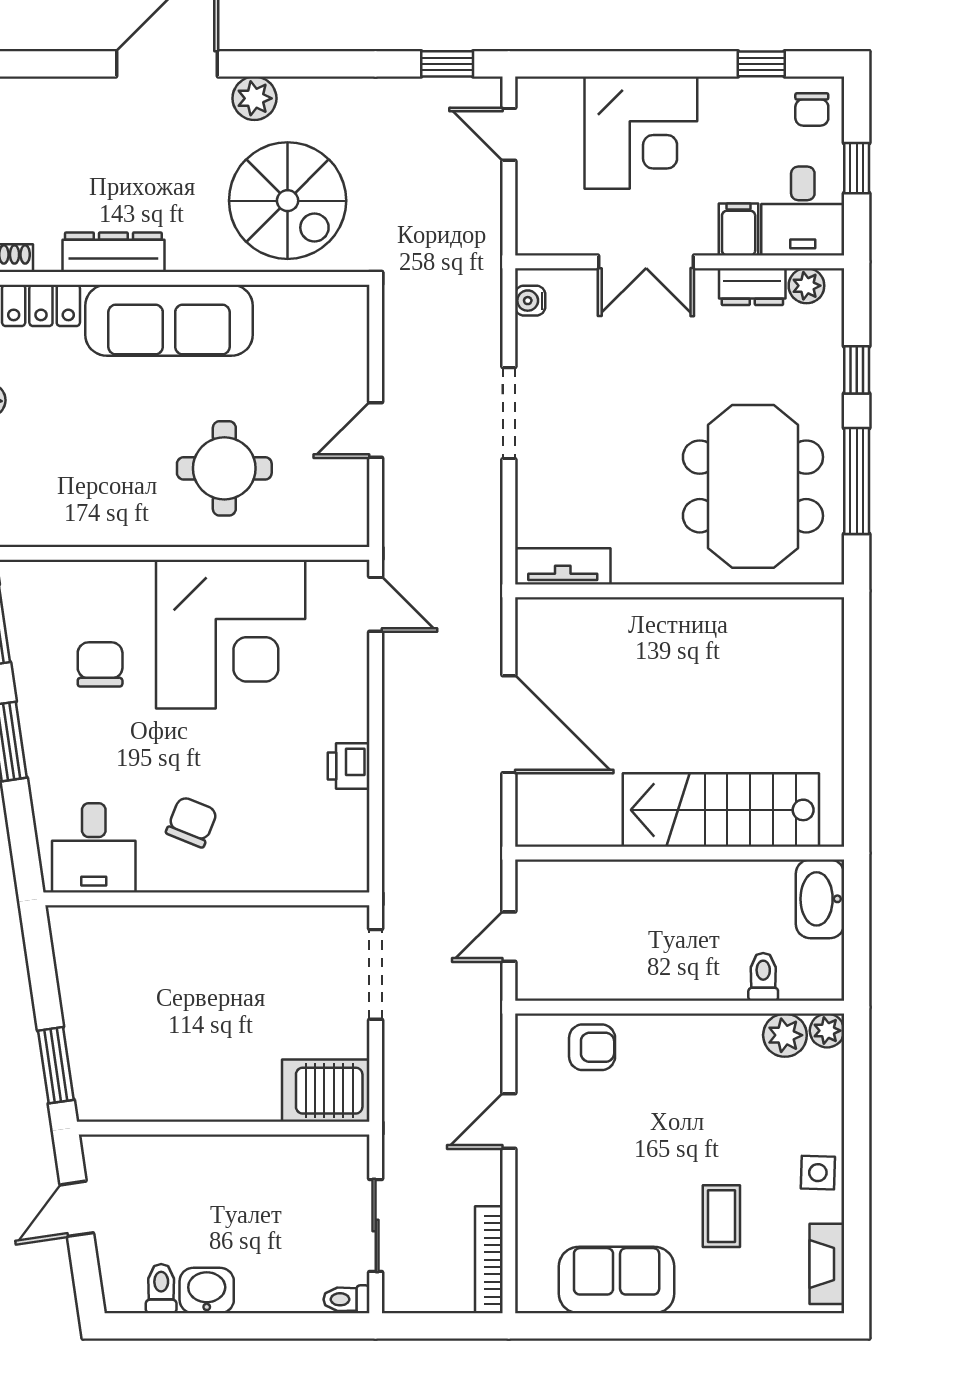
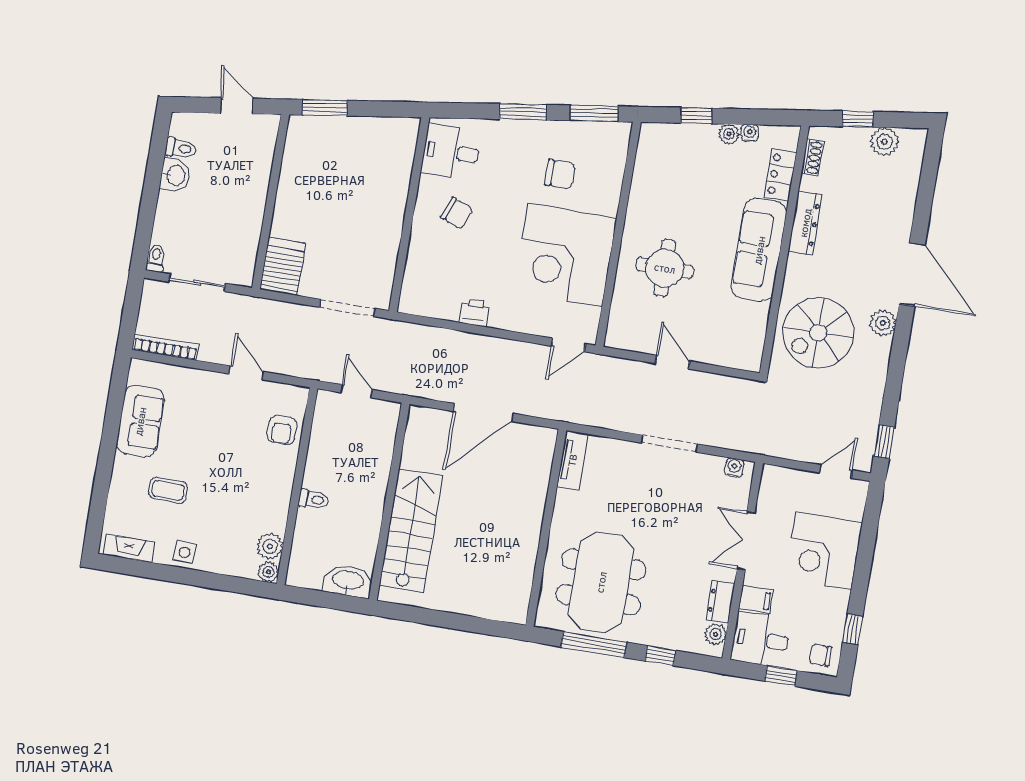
meeting table: (753, 486) -> (601, 582), turned 90
toilet: (763, 977) -> (314, 500), moved

